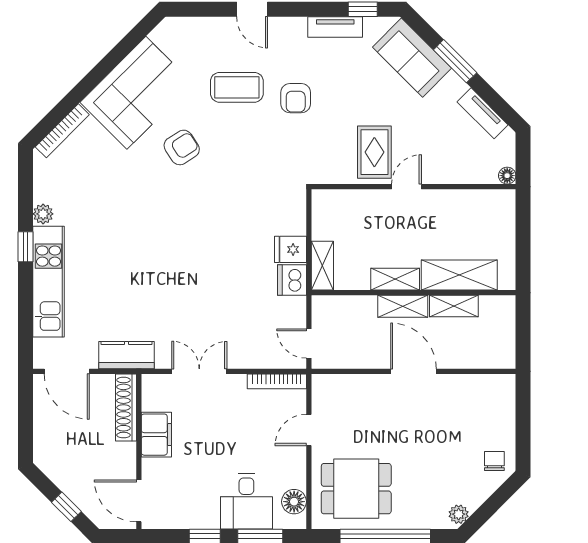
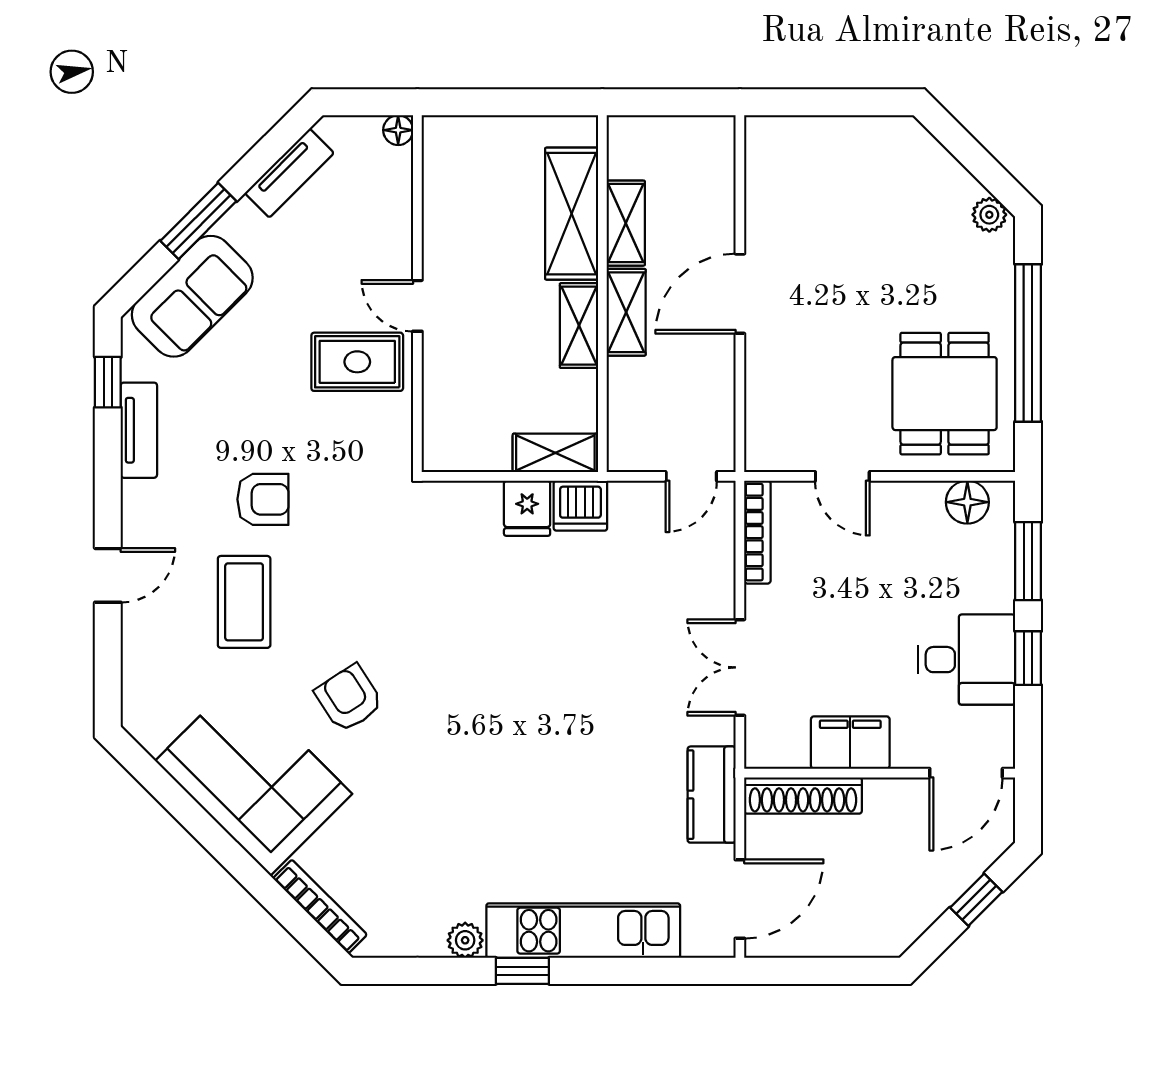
chair: (494, 461) -> (896, 152), removed
desk: (246, 501) -> (967, 660), moved

